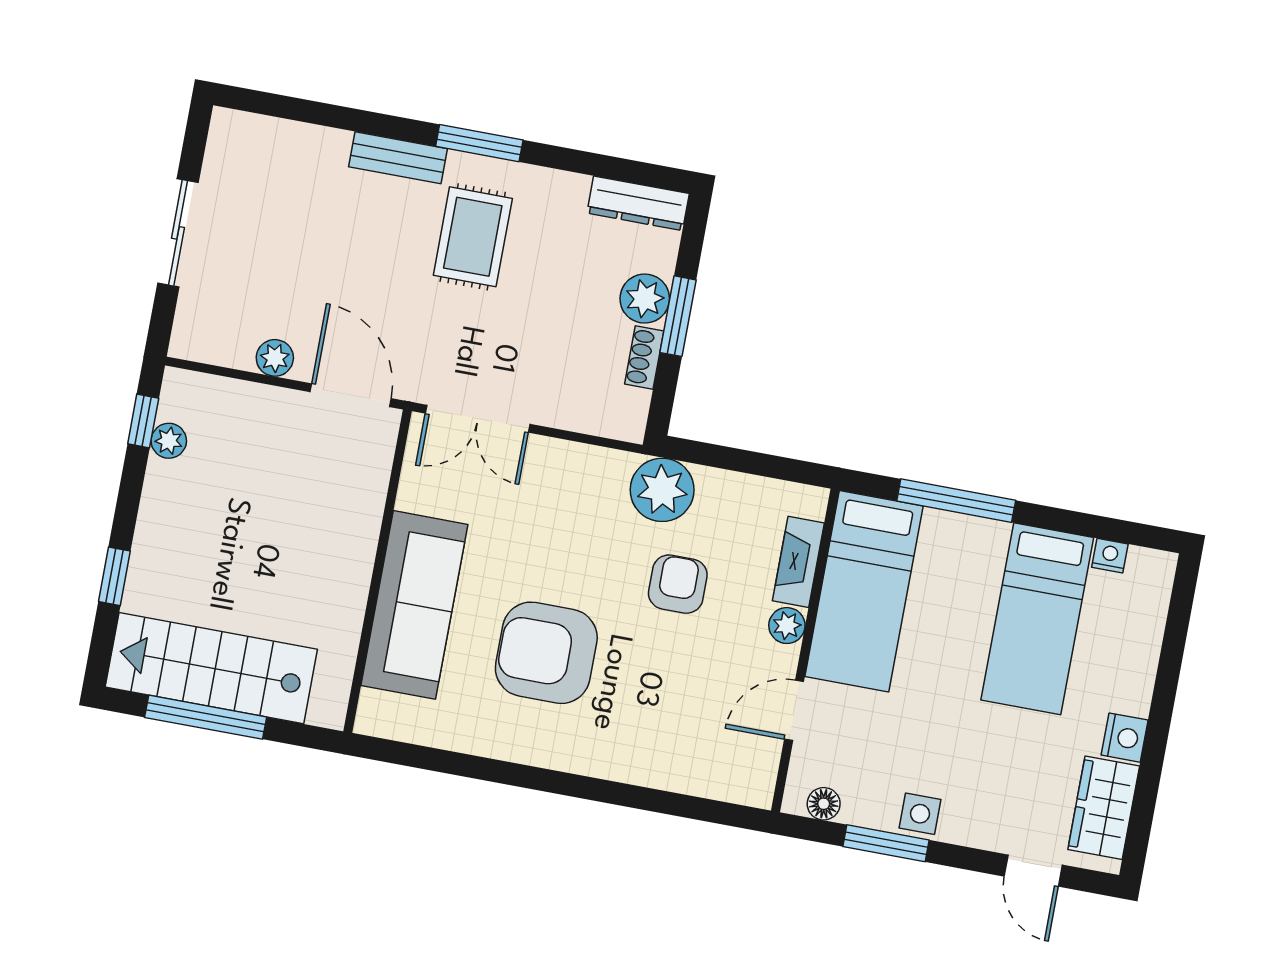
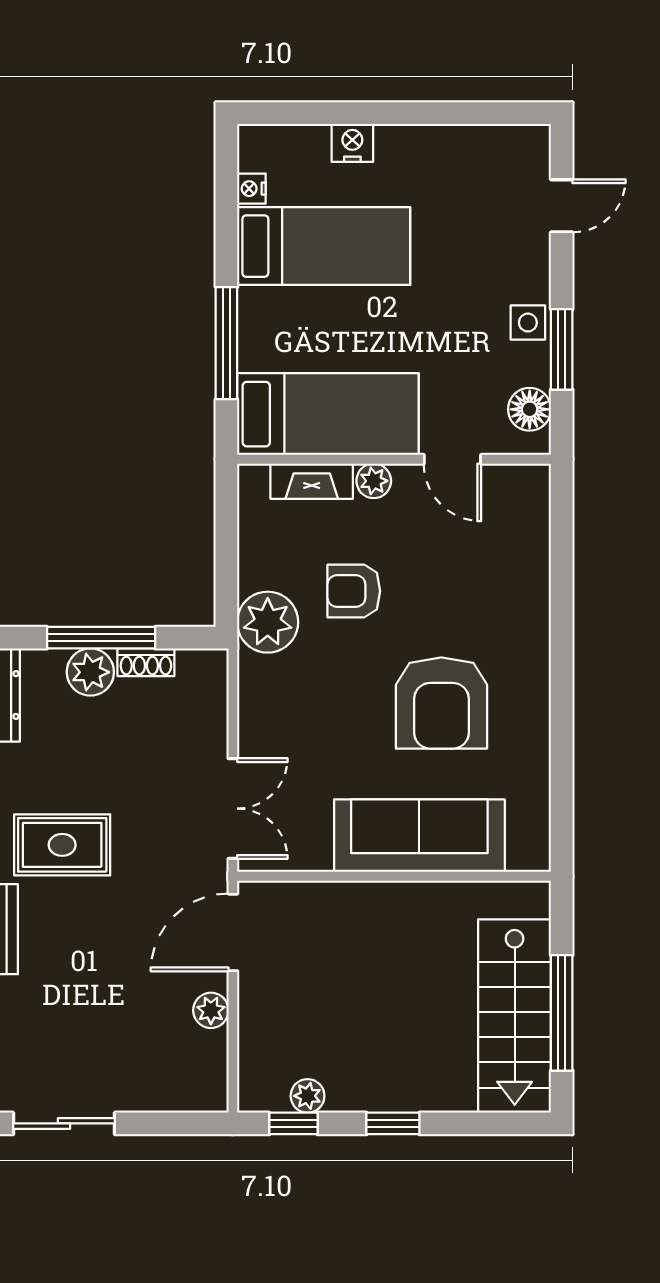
sliding door: (178, 233) -> (64, 1123), moved
window: (678, 316) -> (101, 638), width x1.44
window: (114, 576) -> (393, 1123), moved
nightstand: (1125, 738) -> (352, 143), moved
floor lamp: (824, 804) -> (530, 409), width x1.37, depth x1.37
wardrobe: (1104, 808) -> (490, 150), removed

